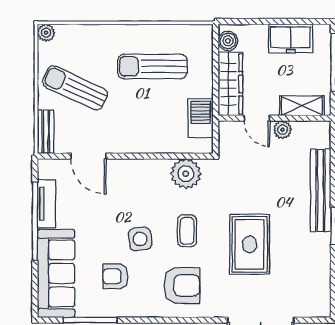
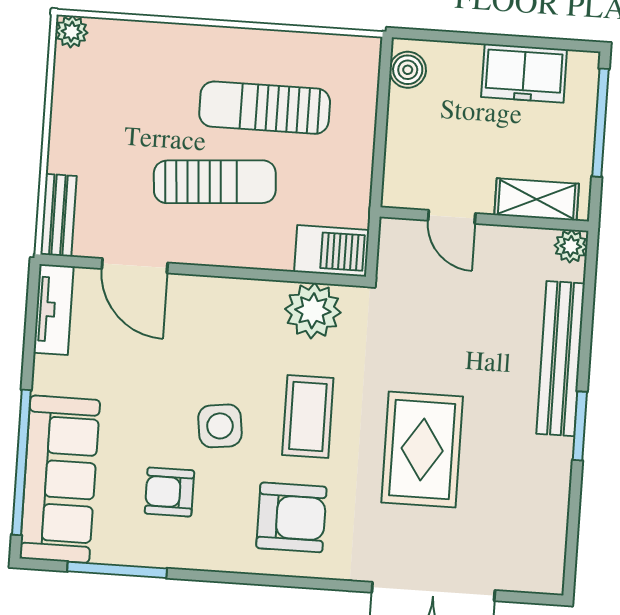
wardrobe: (230, 84) -> (407, 150), removed
sun lounger: (75, 88) -> (215, 182), moved, turned 151
barbecue: (200, 118) -> (332, 251), moved, turned 90
plant: (283, 130) -> (571, 246), moved
tv unit: (47, 204) -> (54, 310), moved
window: (35, 221) -> (21, 462), moved
coffee table: (187, 231) -> (308, 416), width x1.36, depth x1.30

